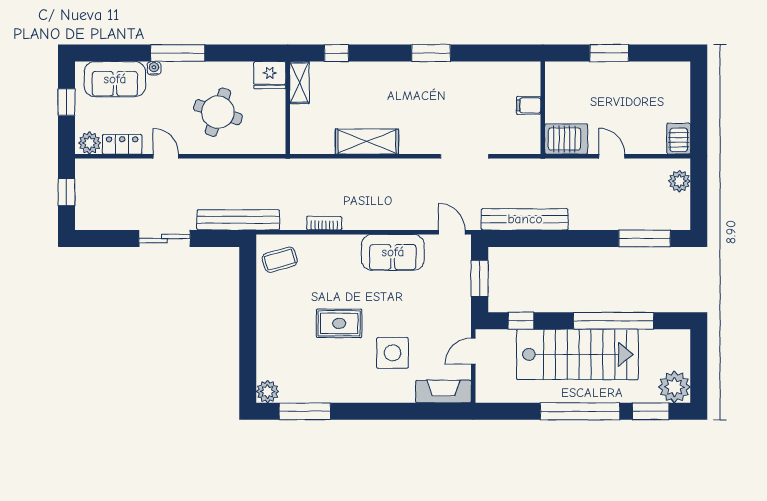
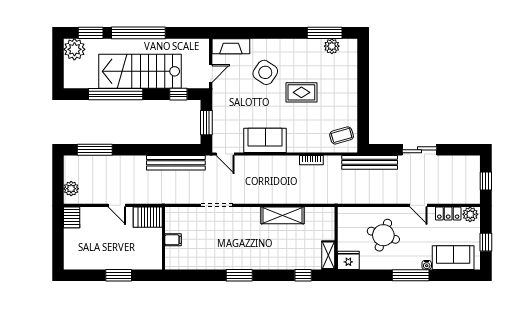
side table: (392, 353) -> (265, 72), turned 34
plant: (268, 392) -> (332, 46), moved

